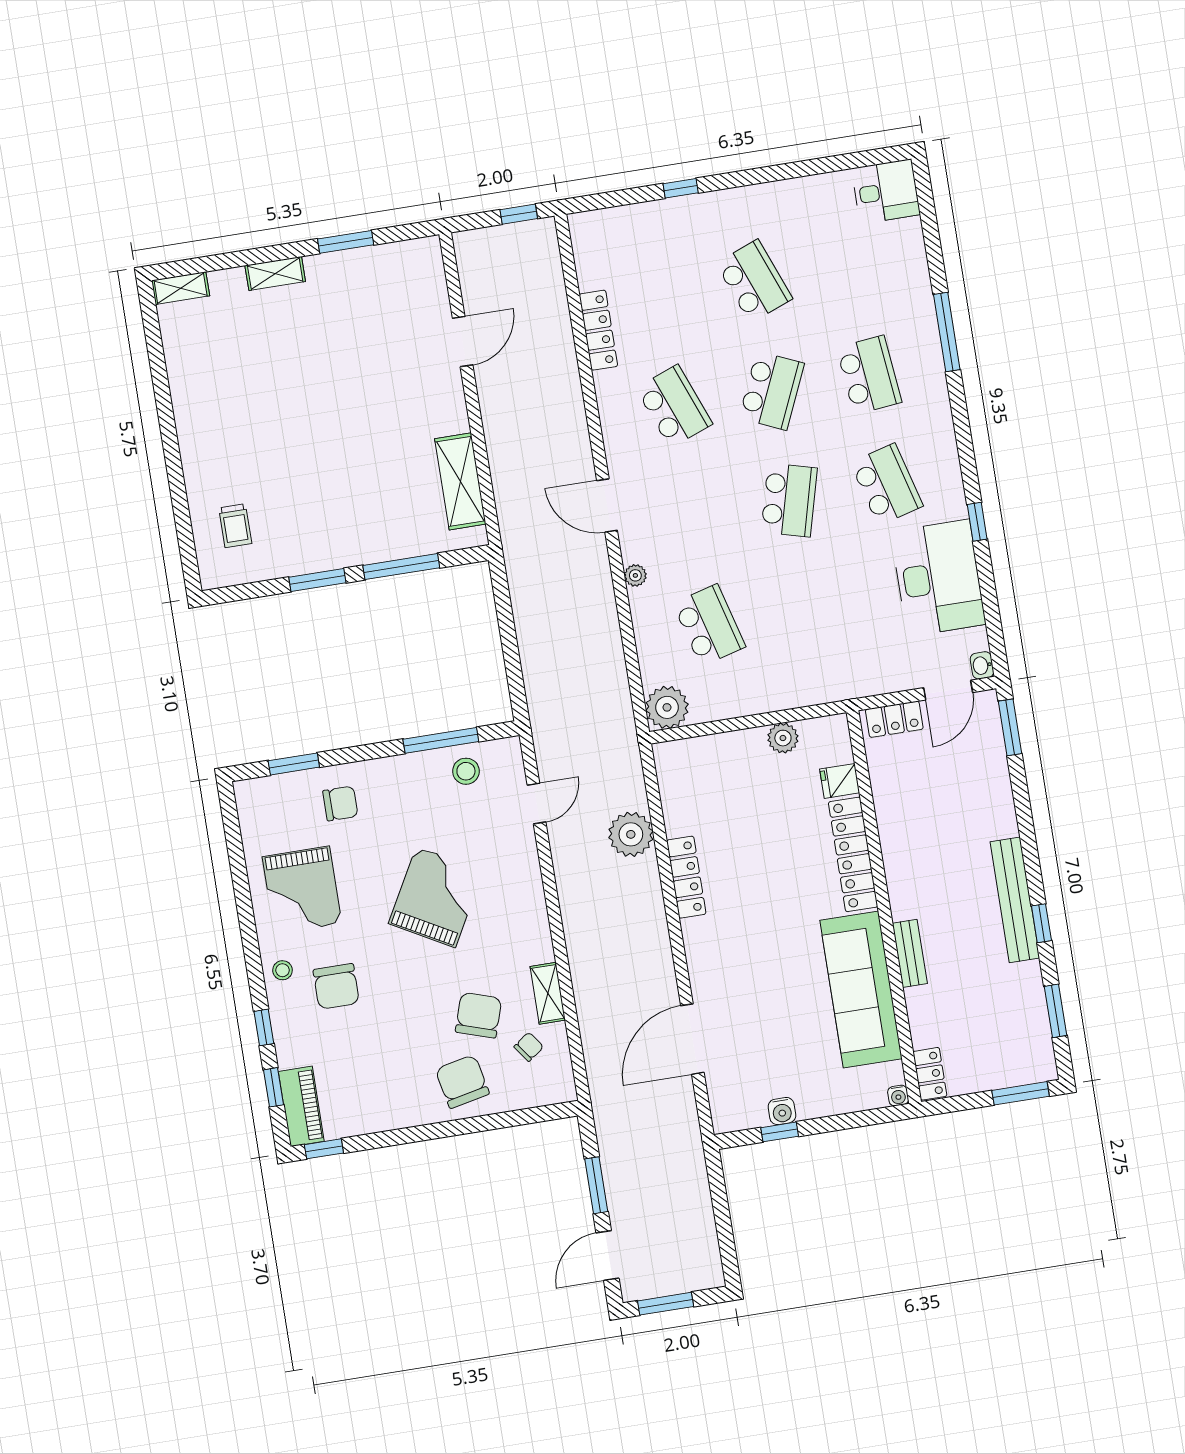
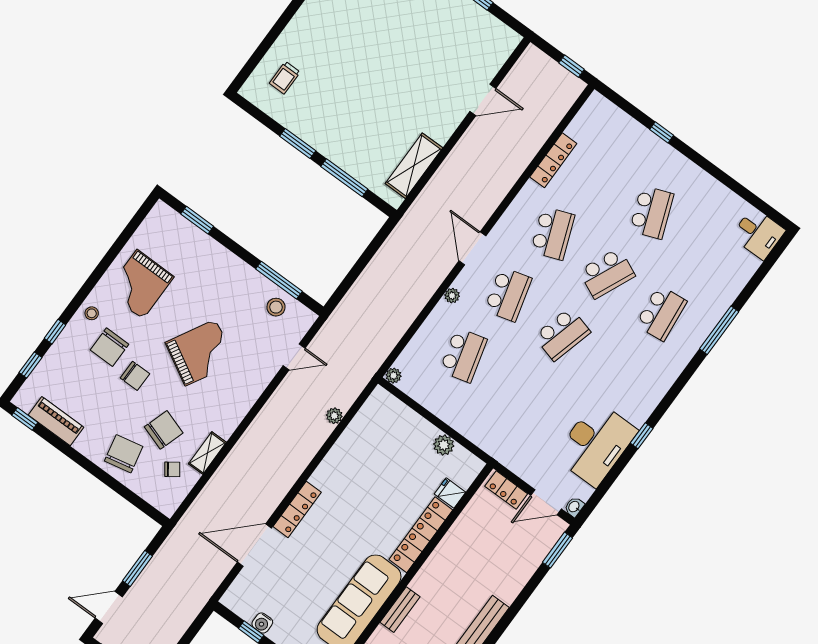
school desk: (887, 484) -> (508, 294), moved
plant: (667, 707) -> (394, 376), width x0.53, depth x0.53
chair: (340, 803) -> (135, 376), moved
plant: (631, 834) -> (334, 416), width x0.53, depth x0.53
locker: (686, 877) -> (297, 509), moved
piano: (301, 1106) -> (56, 421), moved, turned -90

